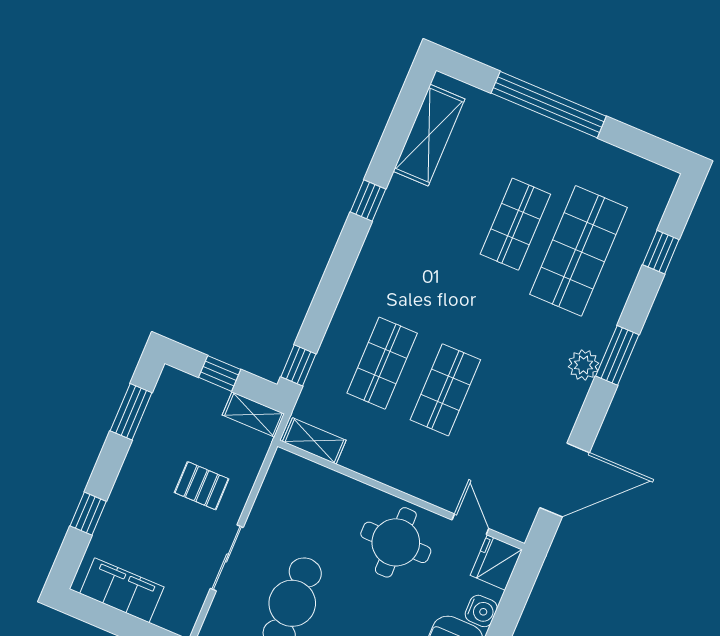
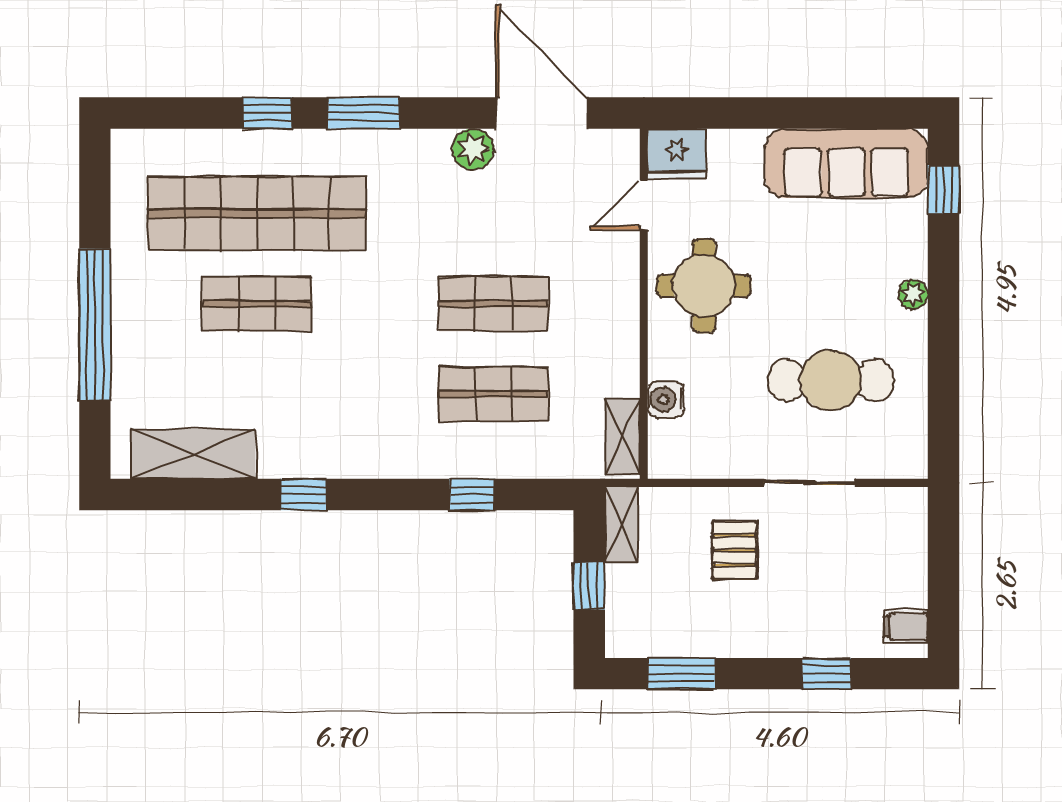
shop shelf: (579, 251) -> (257, 213), width x1.40
window: (661, 252) -> (267, 113), moved
window: (298, 365) -> (472, 495), moved
plant: (583, 365) -> (473, 149), moved
filing cabinet: (122, 590) -> (906, 627), width x0.33, depth x0.86
water cooler: (481, 611) -> (666, 400), moved, turned -90

